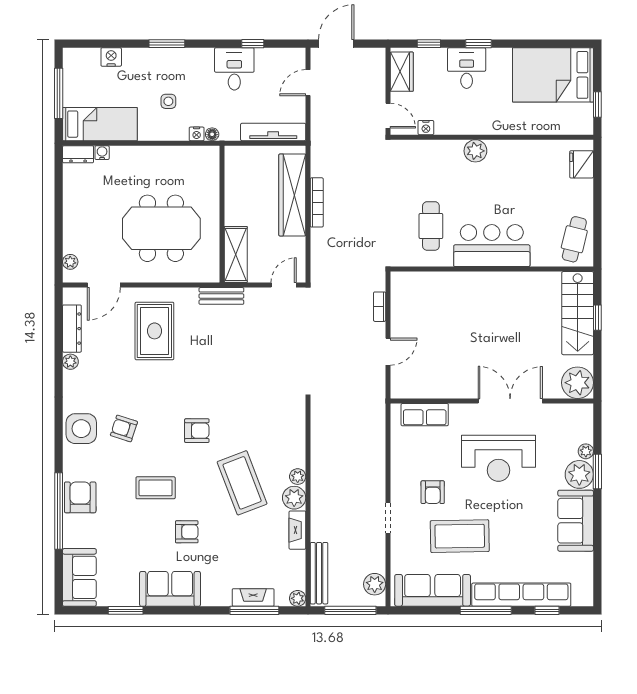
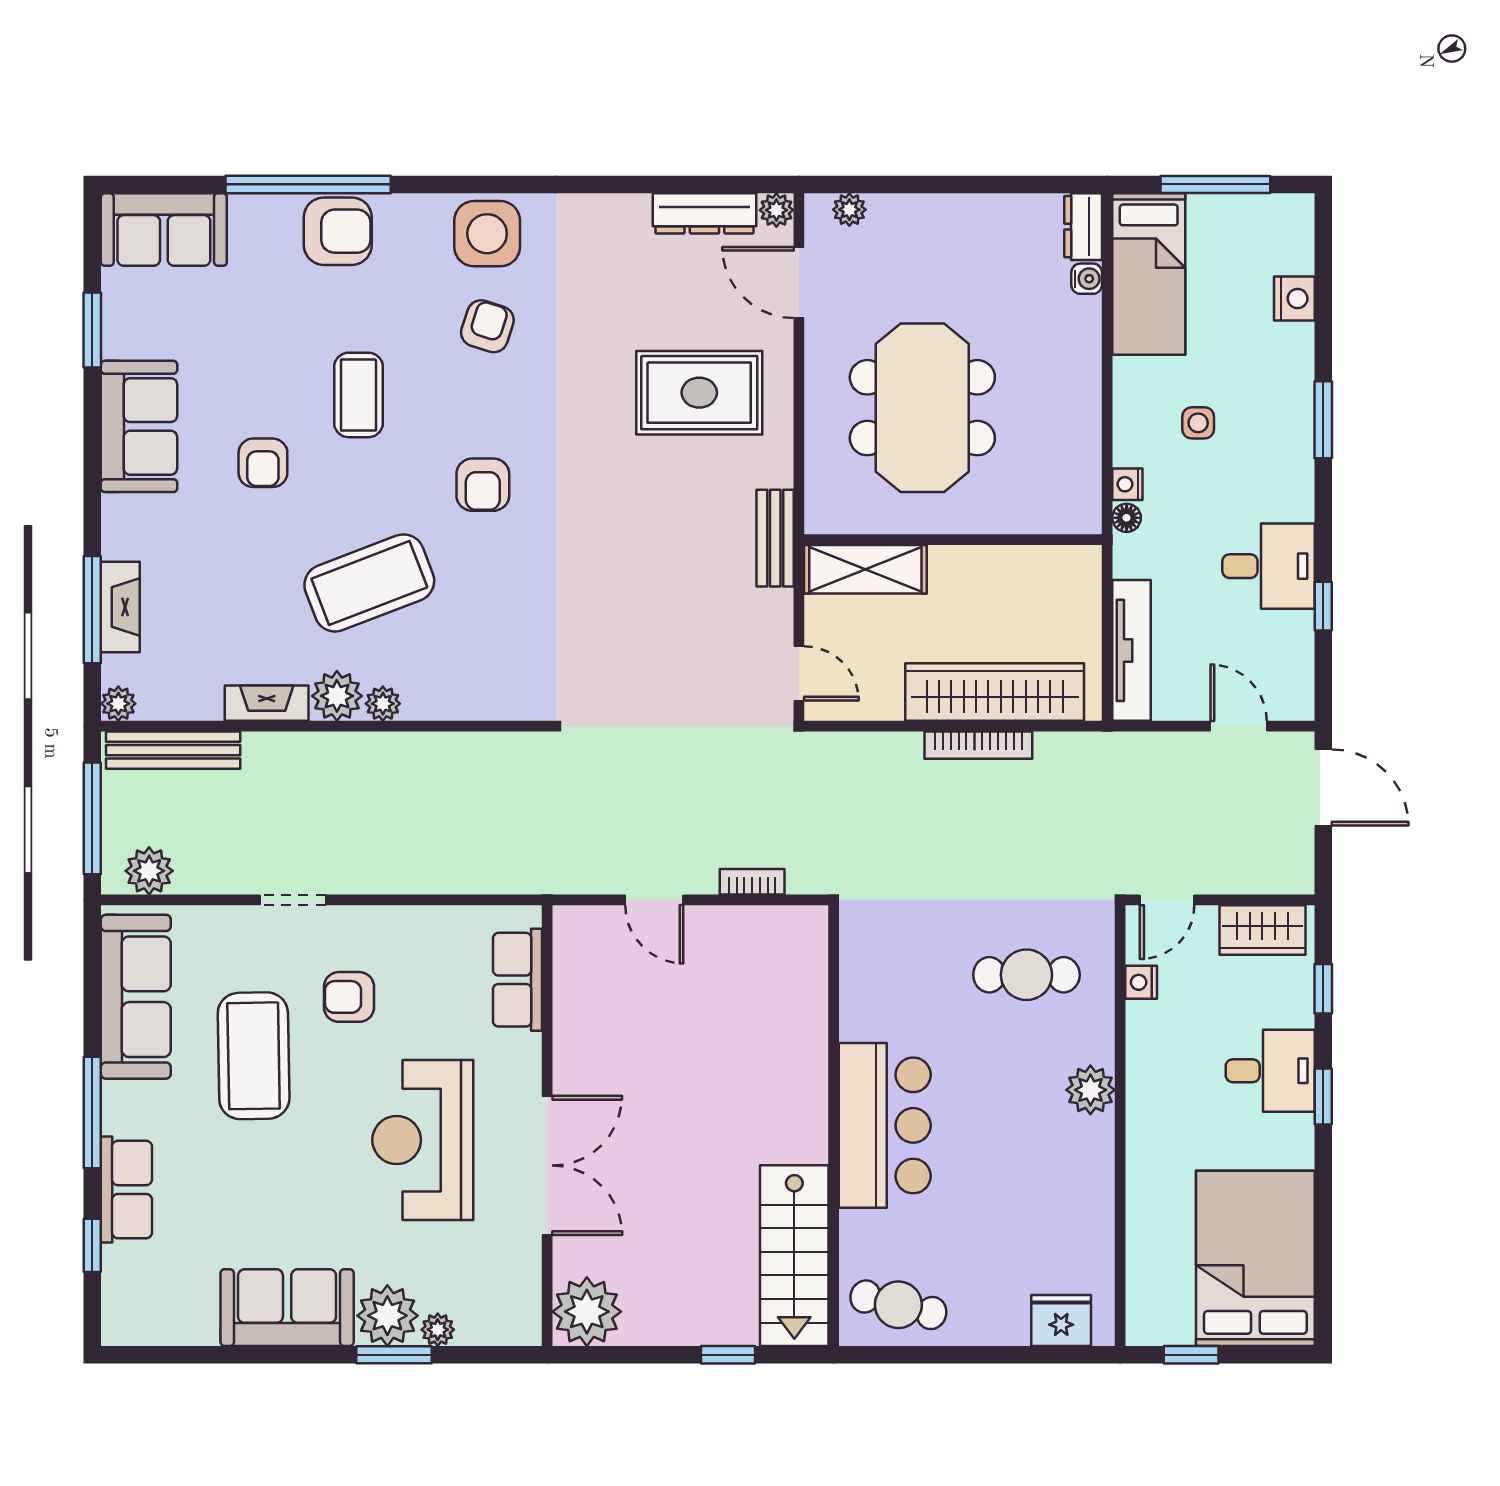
cafe table: (431, 226) -> (1026, 975), moved
stairs: (578, 313) -> (794, 1256), moved, turned -90
plant: (70, 362) -> (776, 210), moved
row of seats: (521, 595) -> (126, 1190), width x0.50

